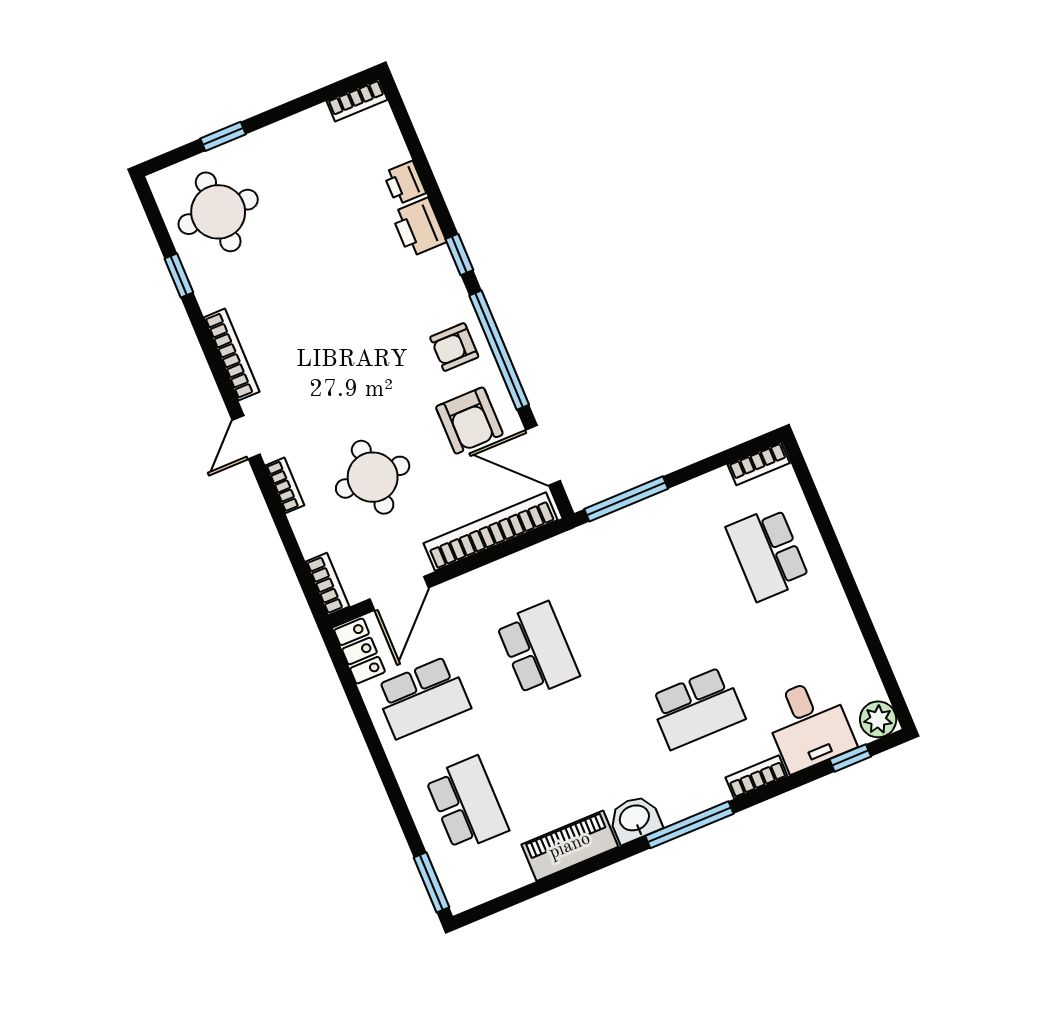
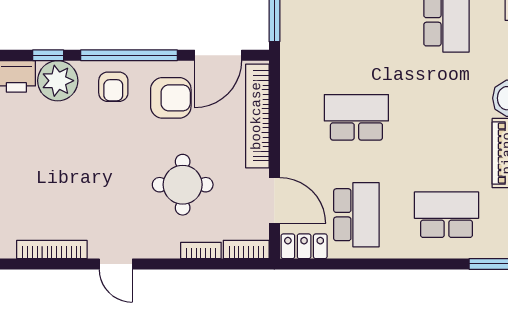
plant: (434, 278) -> (58, 81), added
bookcase: (285, 485) -> (201, 250), moved

